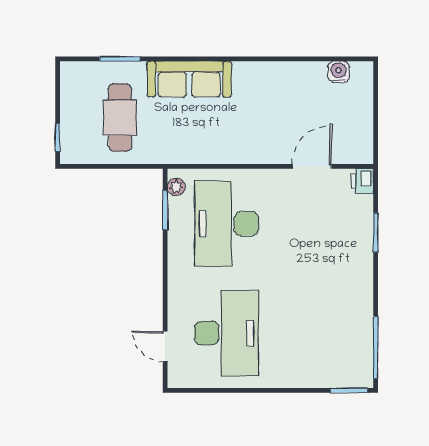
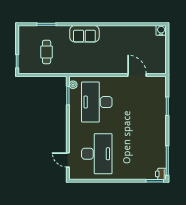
water cooler: (339, 72) -> (161, 30), moved
sofa: (189, 79) -> (84, 34), width x0.73
cafe table: (120, 118) -> (47, 52), width x0.73, depth x0.74
door: (312, 166) -> (137, 75), hinge flipped
printer: (362, 181) -> (161, 174), moved

